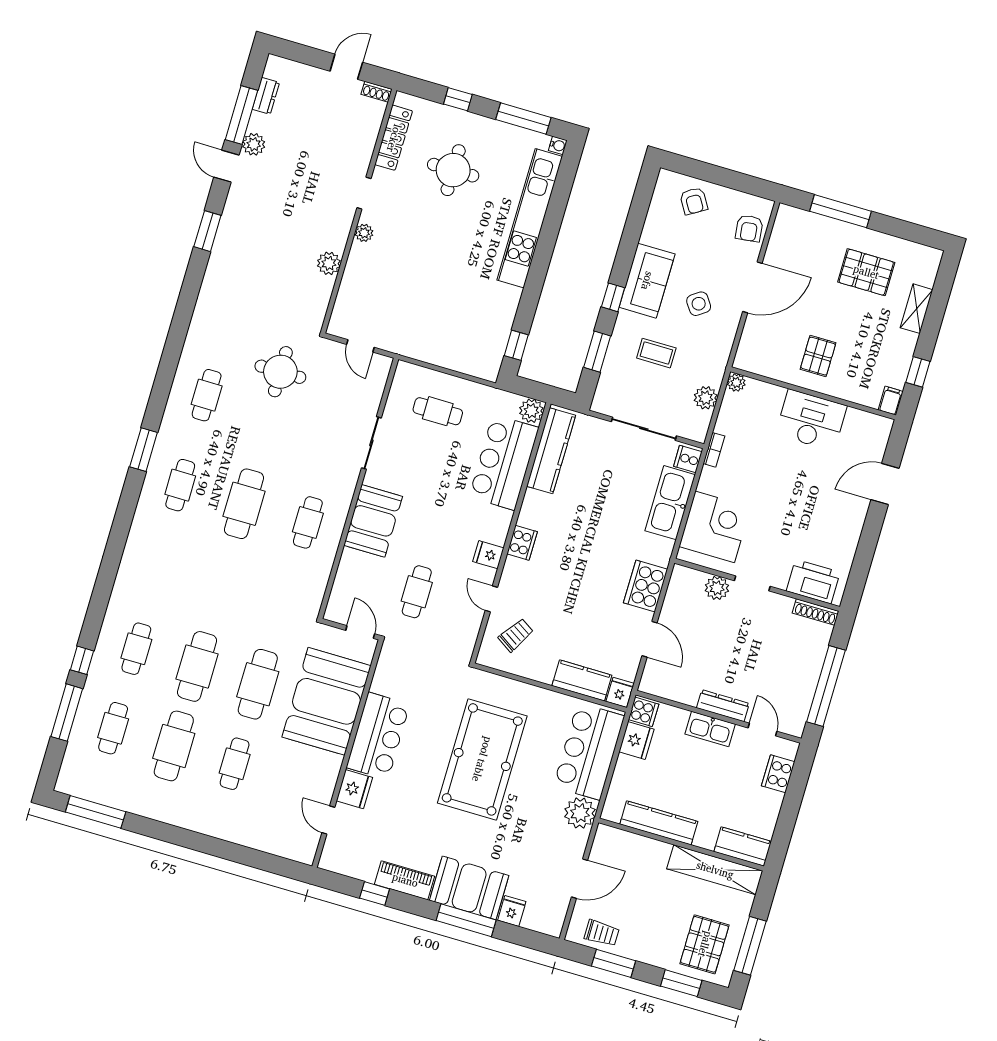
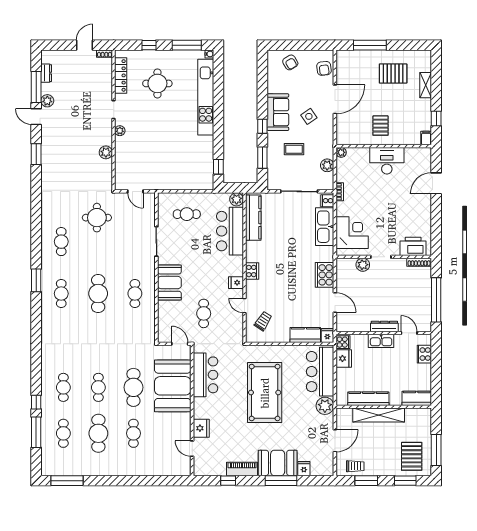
cafe table: (197, 666) -> (98, 387), width x0.73, depth x0.74
bar counter: (378, 736) -> (205, 375), moved
shelving: (715, 870) -> (379, 415), moved

